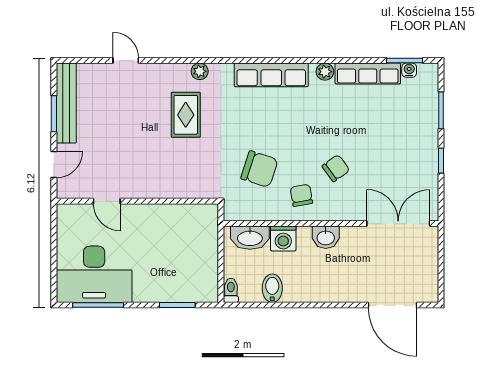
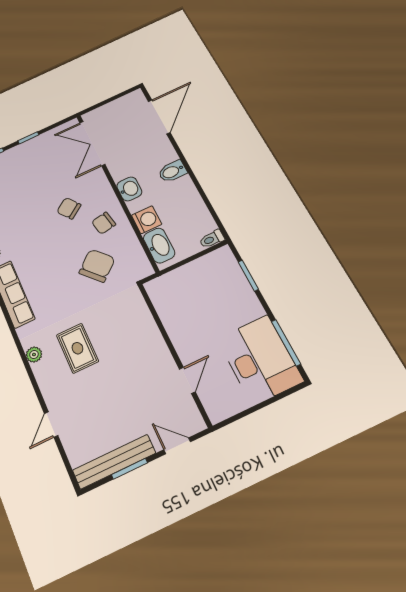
rug: (186, 115) -> (77, 348), turned 90
chair: (259, 169) -> (97, 266), turned 30
bidet: (272, 288) -> (172, 171), moved

